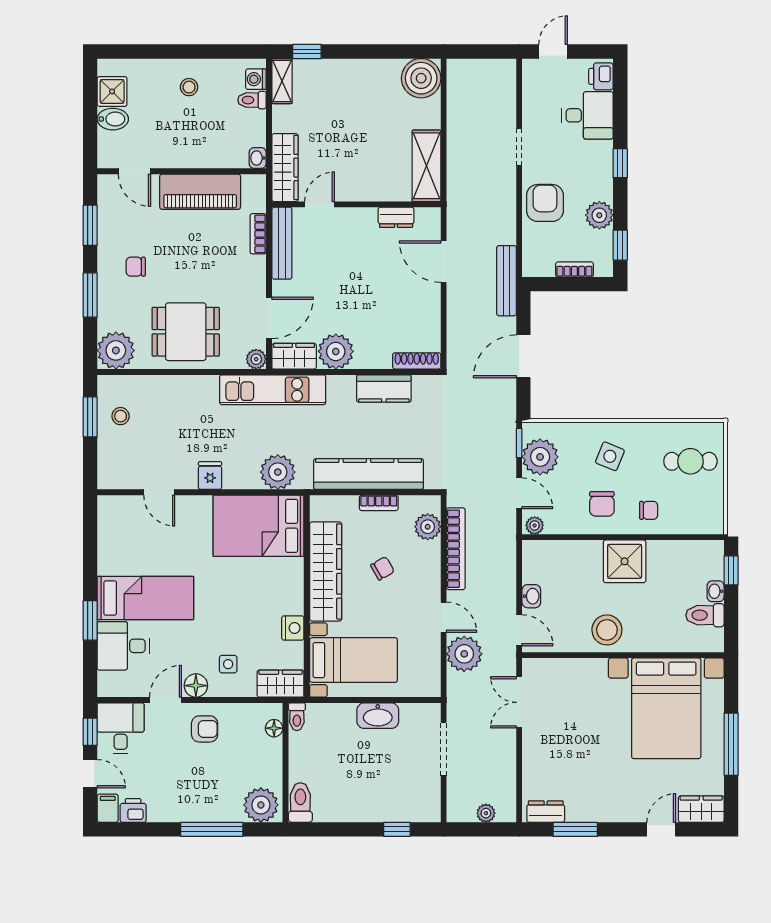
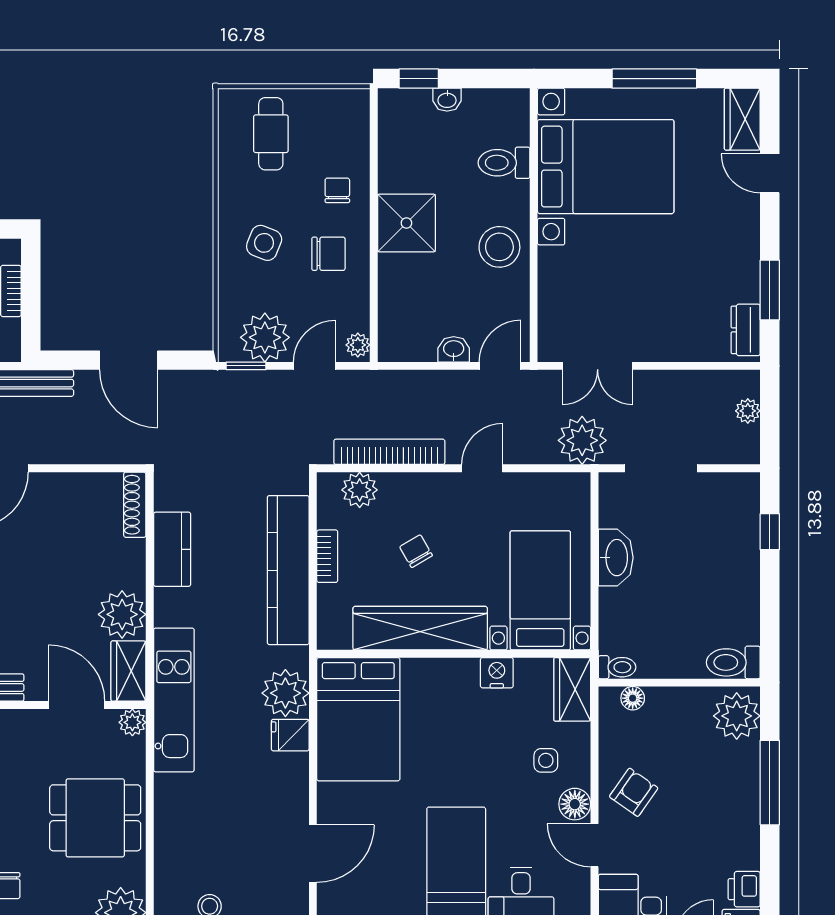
dining table: (186, 332) -> (95, 818), turned 90
fridge: (210, 476) -> (290, 735), moved
door: (159, 492) -> (313, 854), width x1.37
toilet: (705, 615) -> (504, 163), moved, turned 90
plant: (464, 654) -> (582, 440), moved
armchair: (205, 729) -> (634, 792), turned 35

